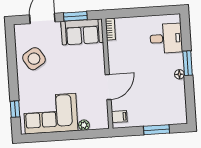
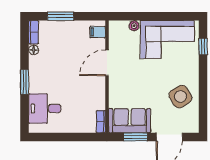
floor lamp: (179, 74) -> (34, 50), moved
bookcase: (182, 112) -> (33, 32), added

